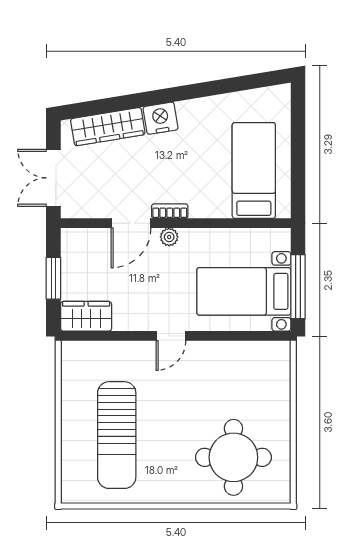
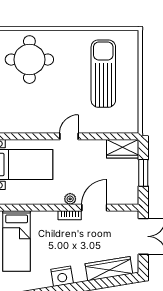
nightstand: (161, 118) -> (62, 276), moved

